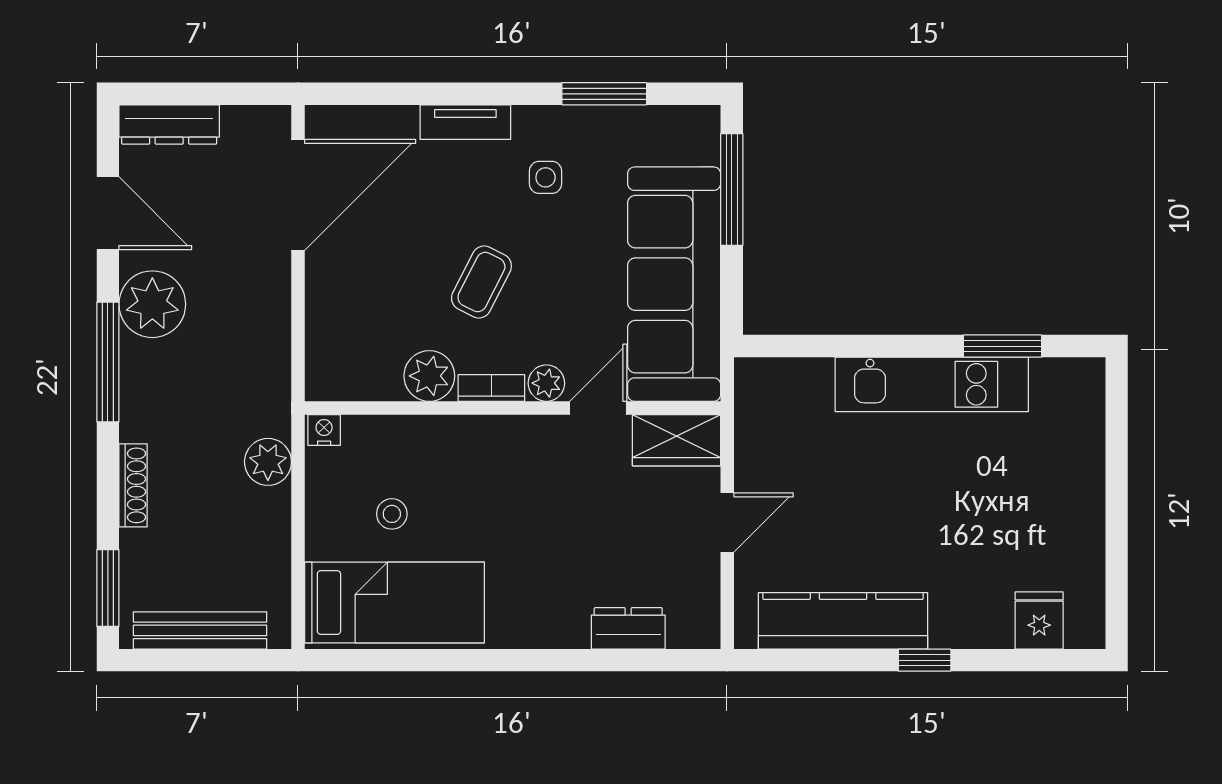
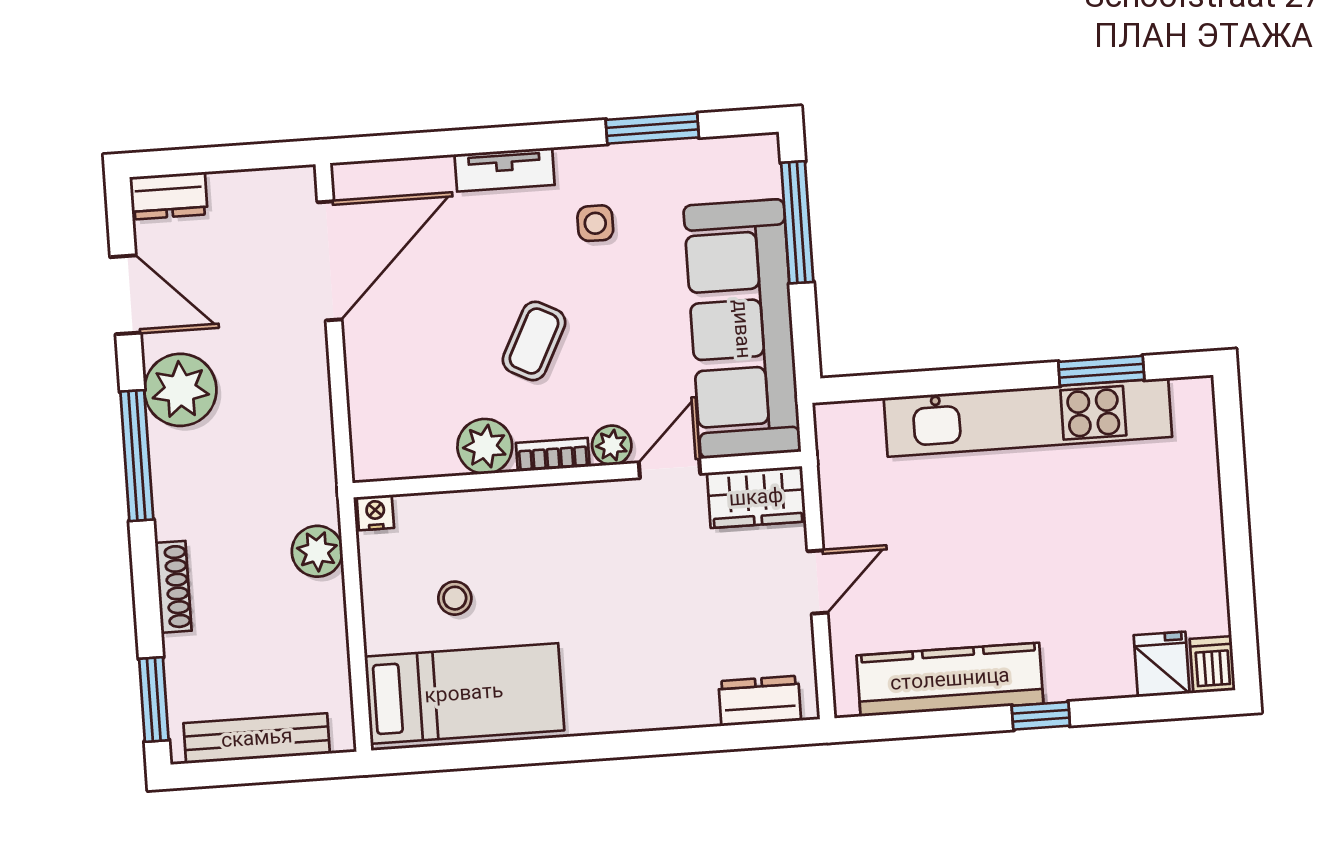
dresser: (169, 125) -> (169, 196), width x0.70
kitchen unit: (932, 384) -> (1028, 417), width x1.36
dishwasher: (1086, 624) -> (1213, 665), added
dresser: (628, 628) -> (760, 701), moved

